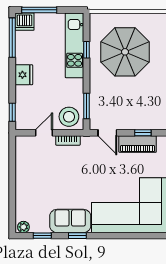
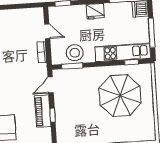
window: (39, 10) -> (152, 33), moved
window: (87, 50) -> (131, 62), moved
stool: (69, 117) -> (75, 53), moved

